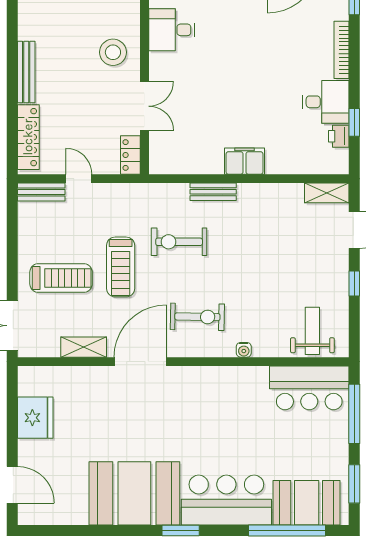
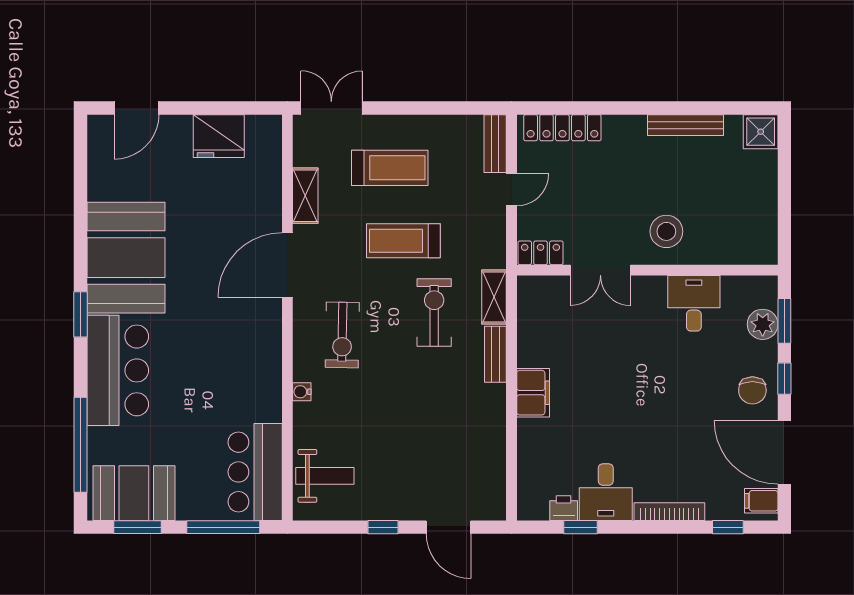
bench: (26, 72) -> (685, 125), moved
shelving: (327, 193) -> (494, 297), moved
treadmill: (61, 278) -> (390, 168), turned -90
door: (140, 362) -> (287, 265), swing flipped
booth: (307, 503) -> (134, 493), moved, turned 90

